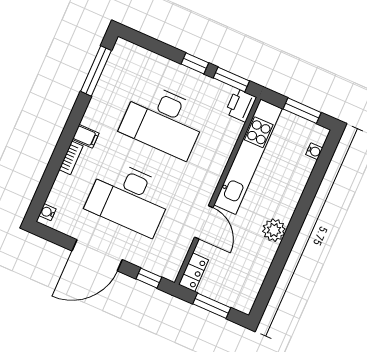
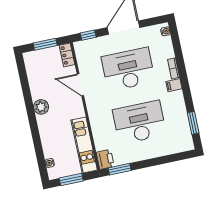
window: (195, 63) -> (145, 164), removed
window: (96, 71) -> (193, 123), width x0.69
kitchen unit: (248, 157) -> (84, 145), width x0.73

